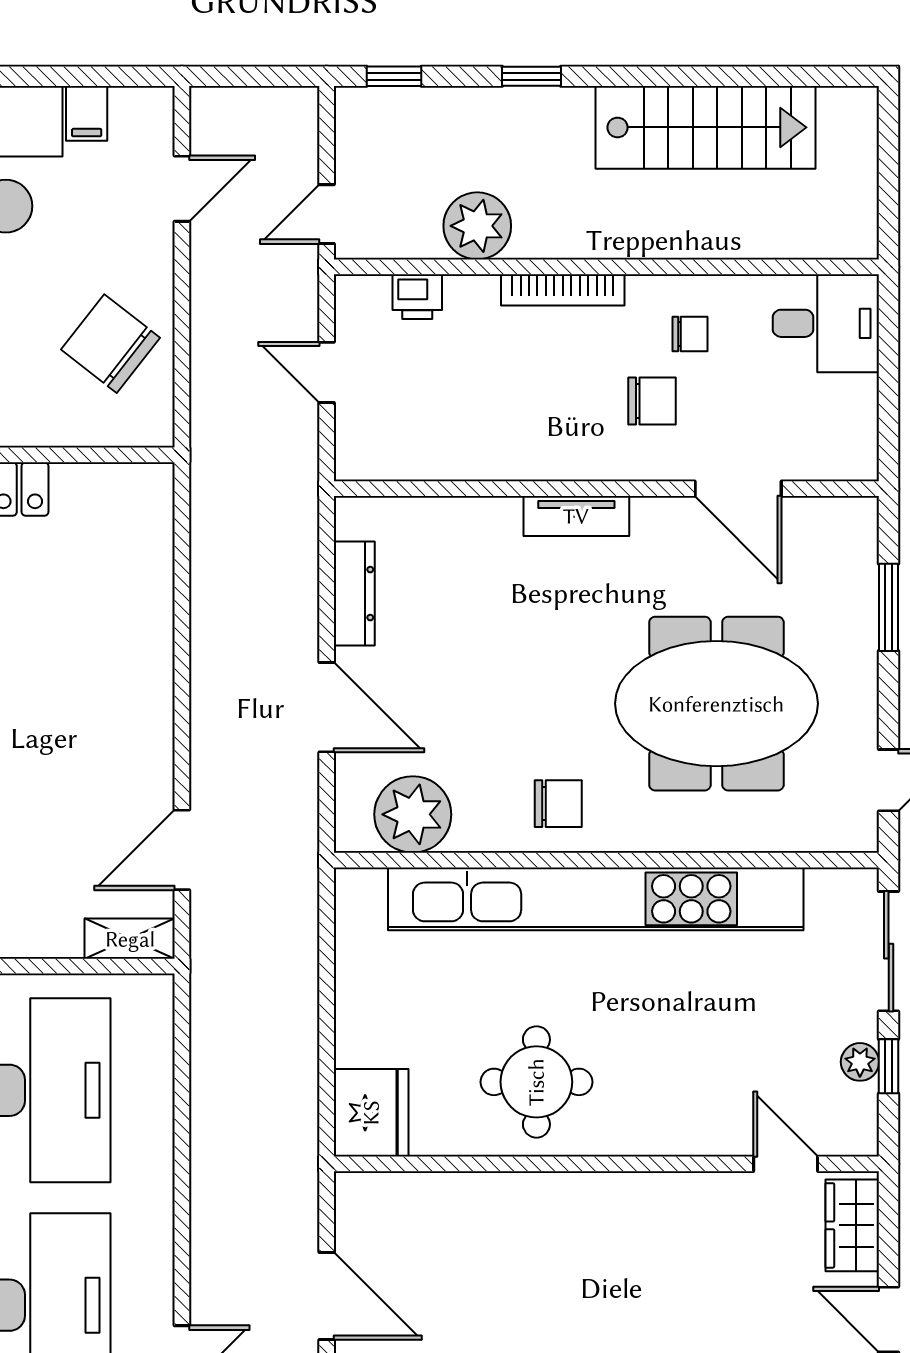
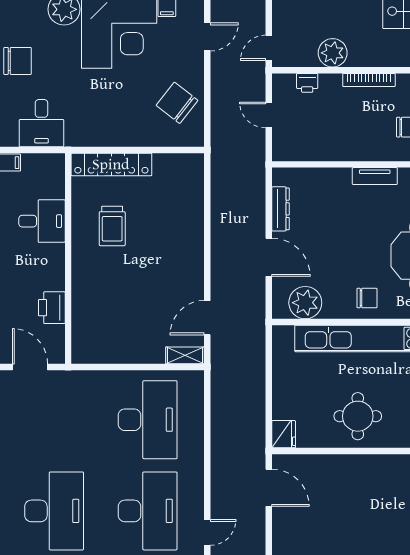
fridge: (371, 1113) -> (284, 434), width x0.73, depth x0.75
door: (327, 1296) -> (269, 488), moved

